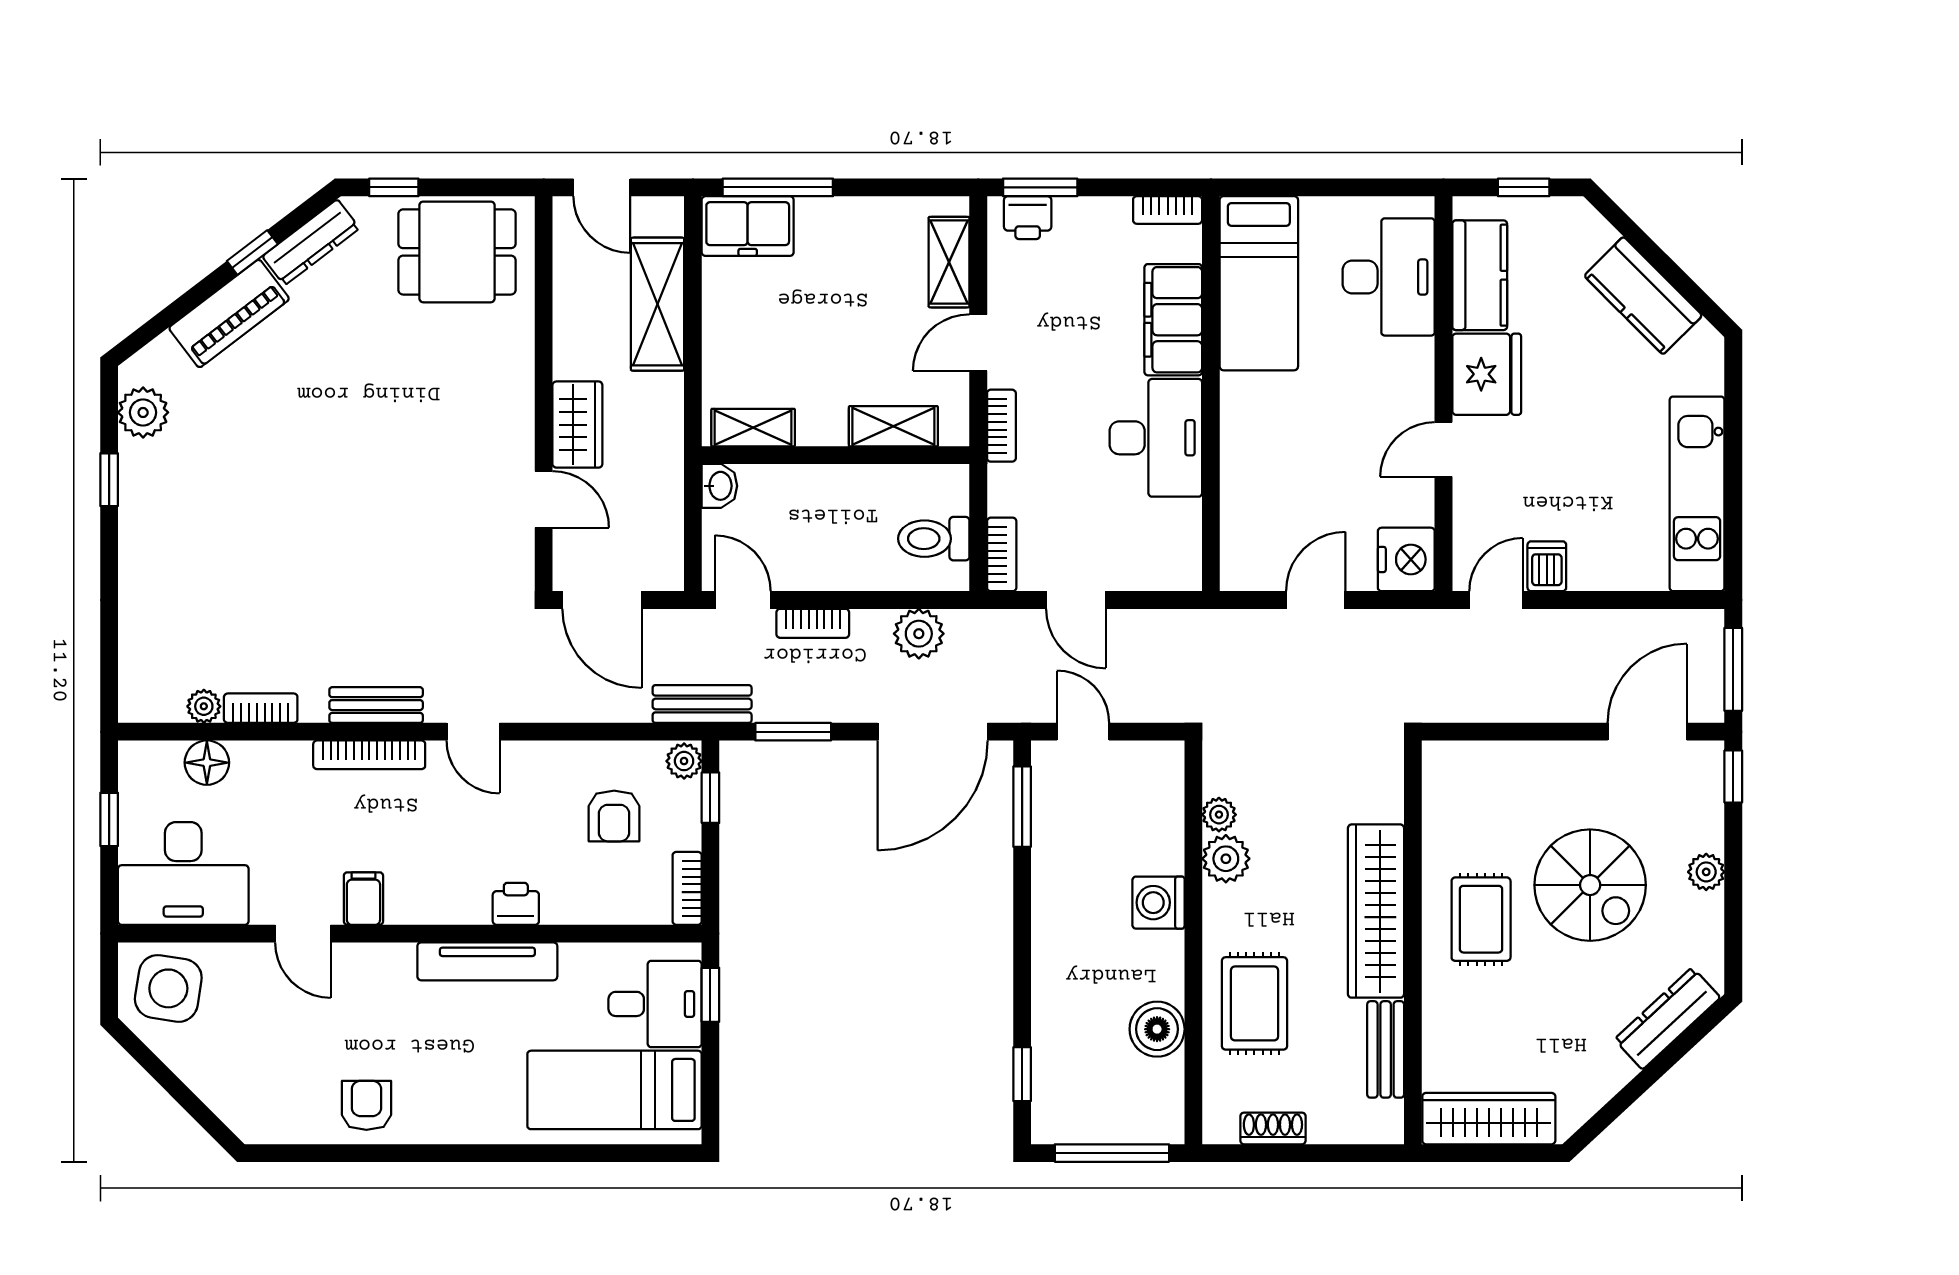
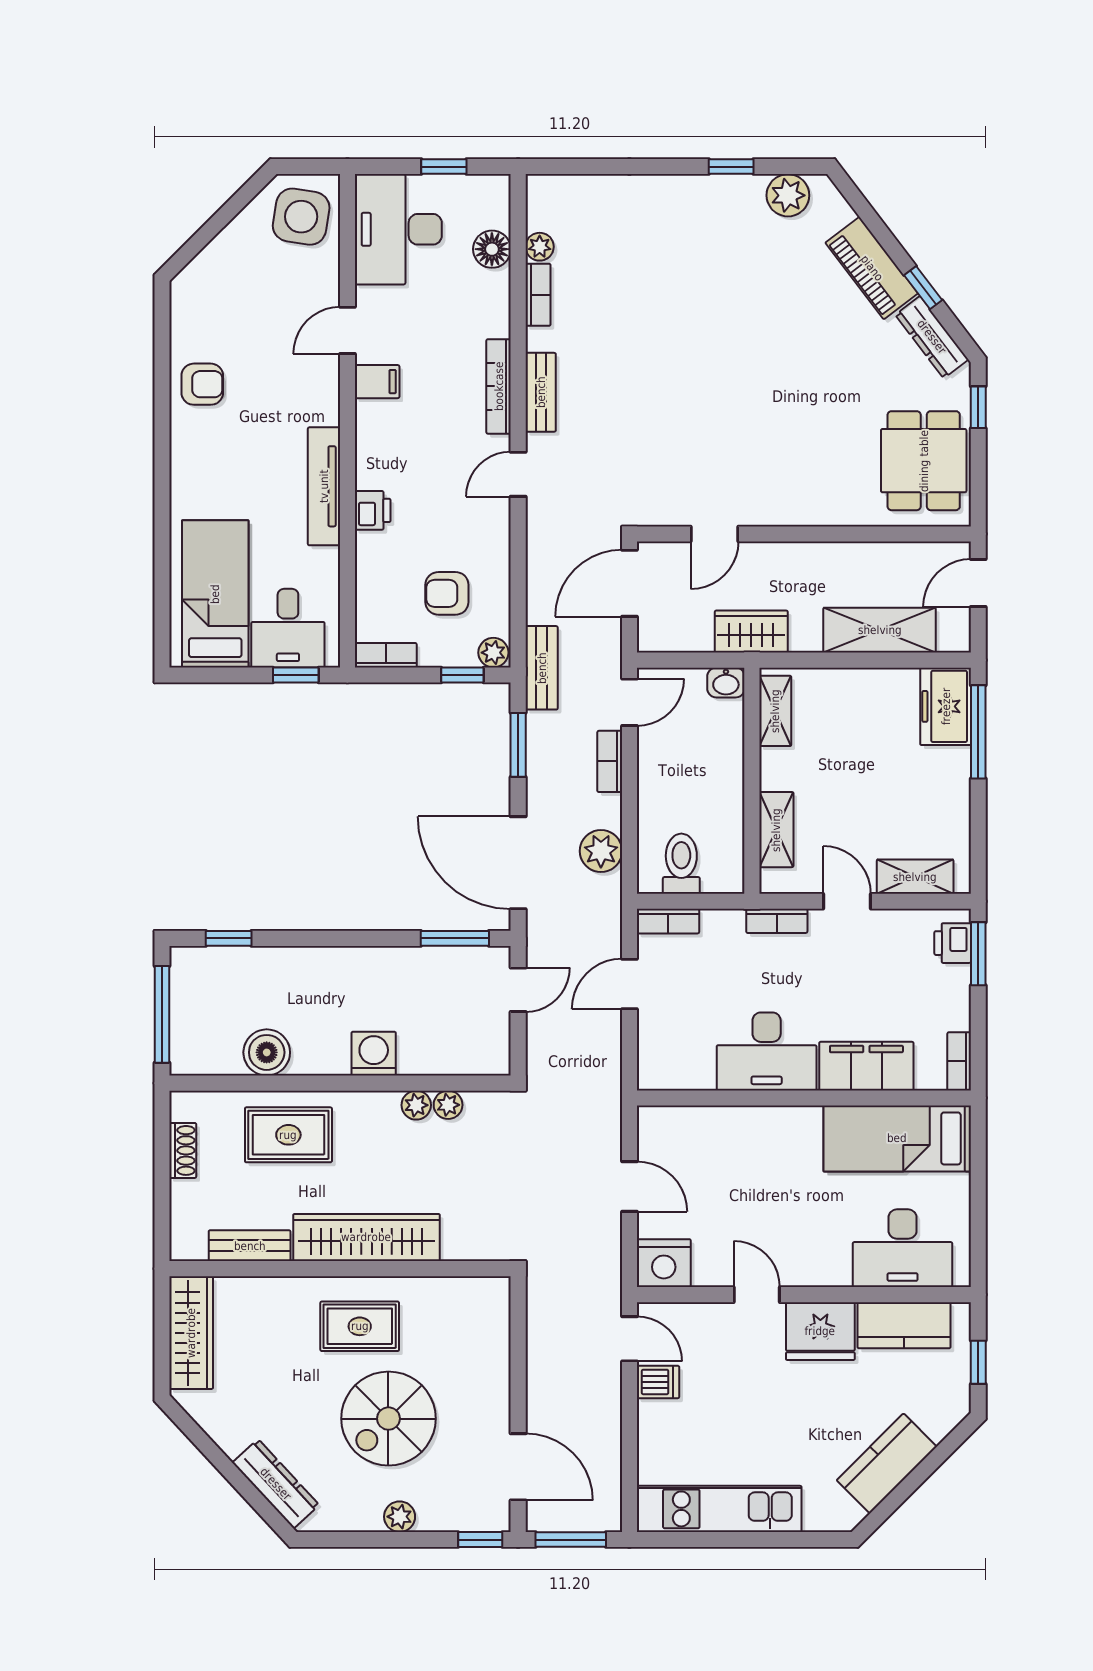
wardrobe: (577, 425) -> (751, 632), moved, turned 180
plant: (1226, 859) -> (416, 1105), width x0.73, depth x0.73

